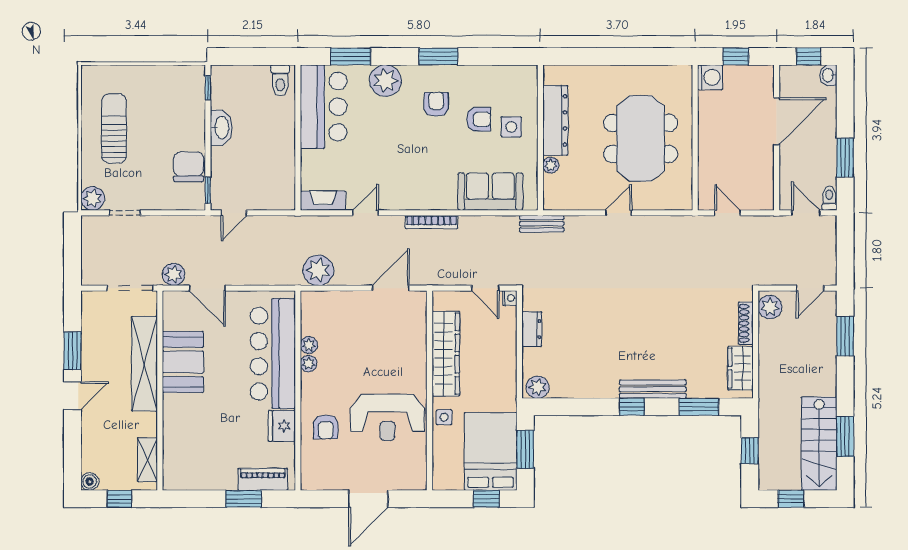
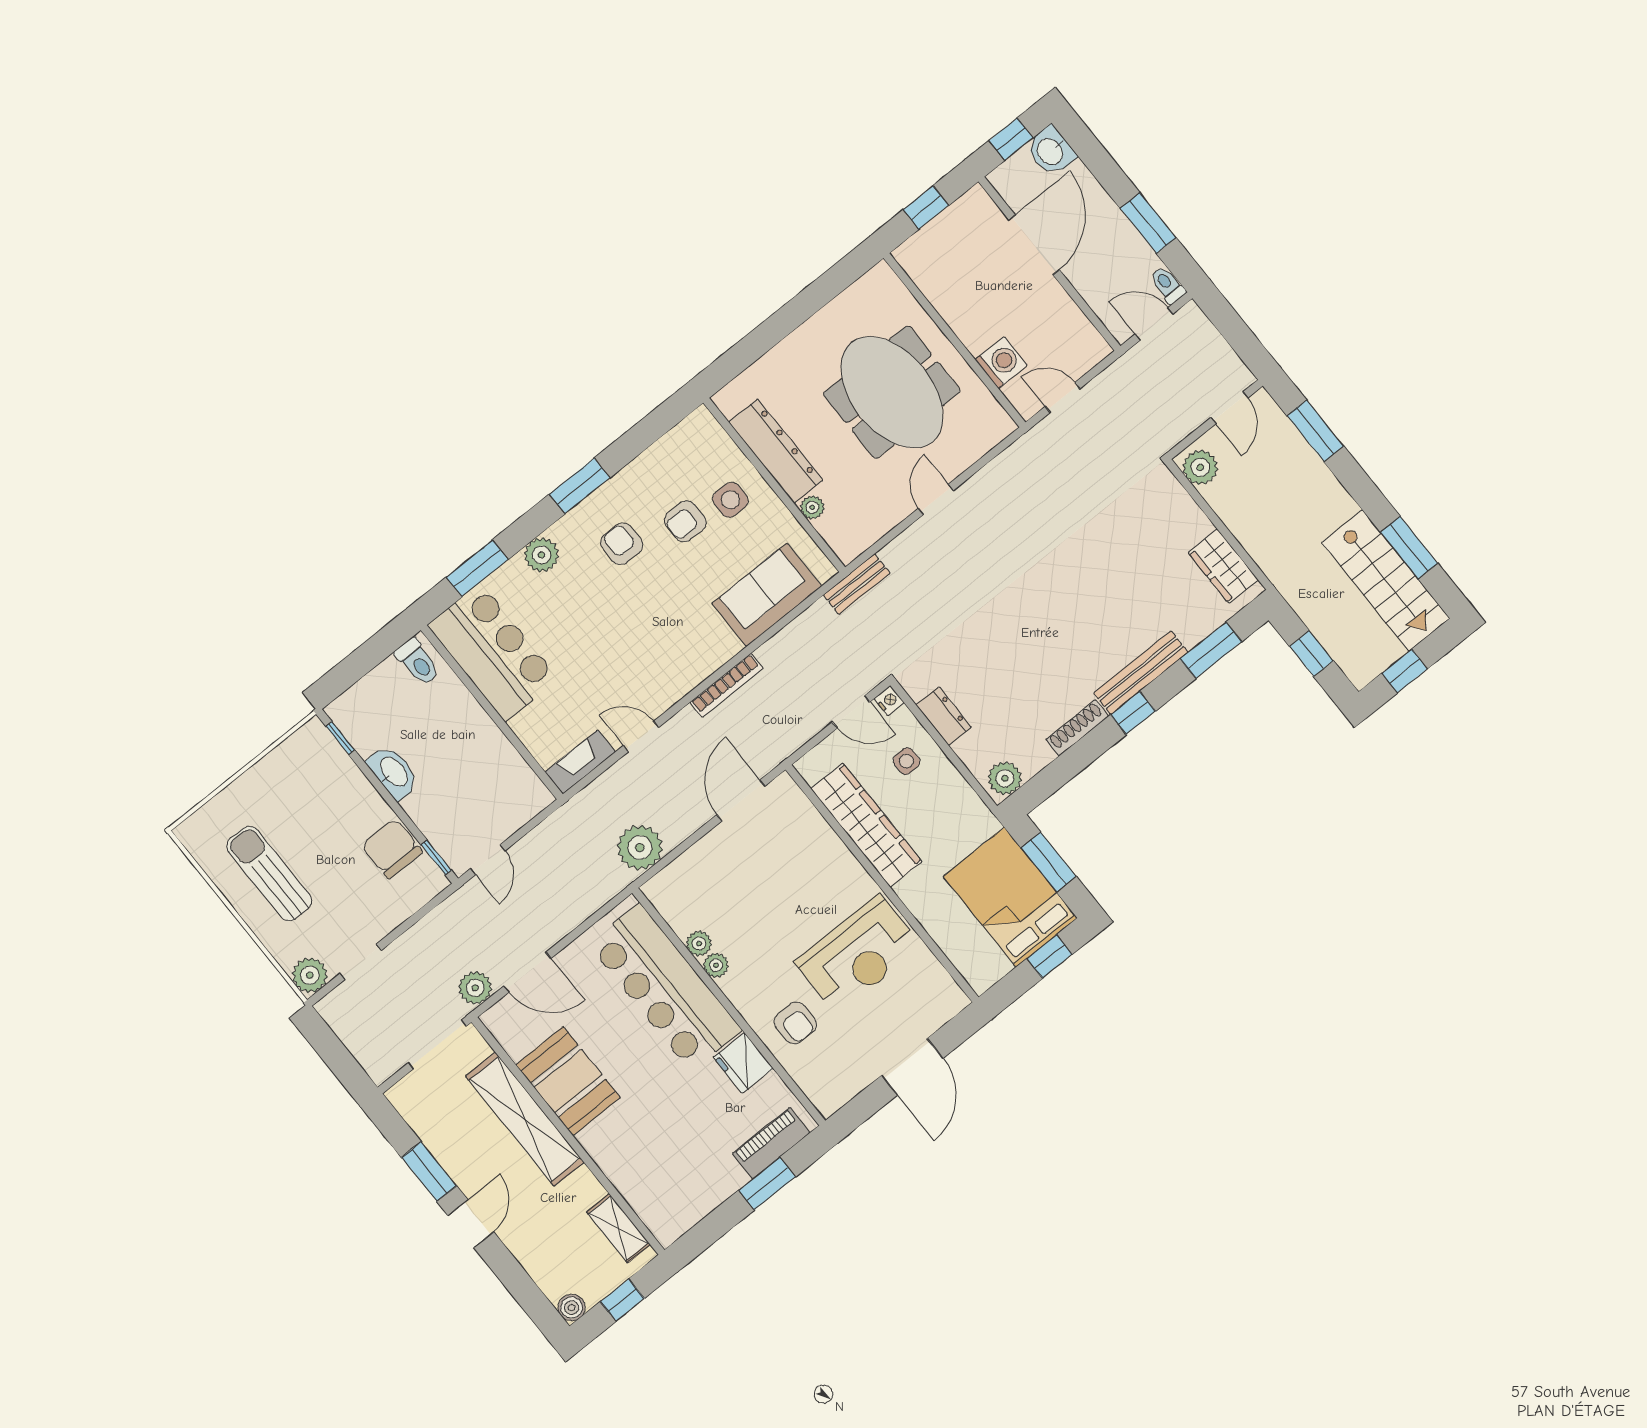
washbasin: (828, 75) -> (1051, 151), width x1.38, depth x1.45
washing machine: (710, 77) -> (1001, 363), moved
plant: (385, 81) -> (541, 555), width x0.73, depth x0.73
armchair: (479, 119) -> (685, 521), turned 180
door: (365, 213) -> (641, 736), hinge flipped
shoe rack: (746, 323) -> (1077, 728), moved, turned 90
side table: (444, 417) -> (906, 761), moved

